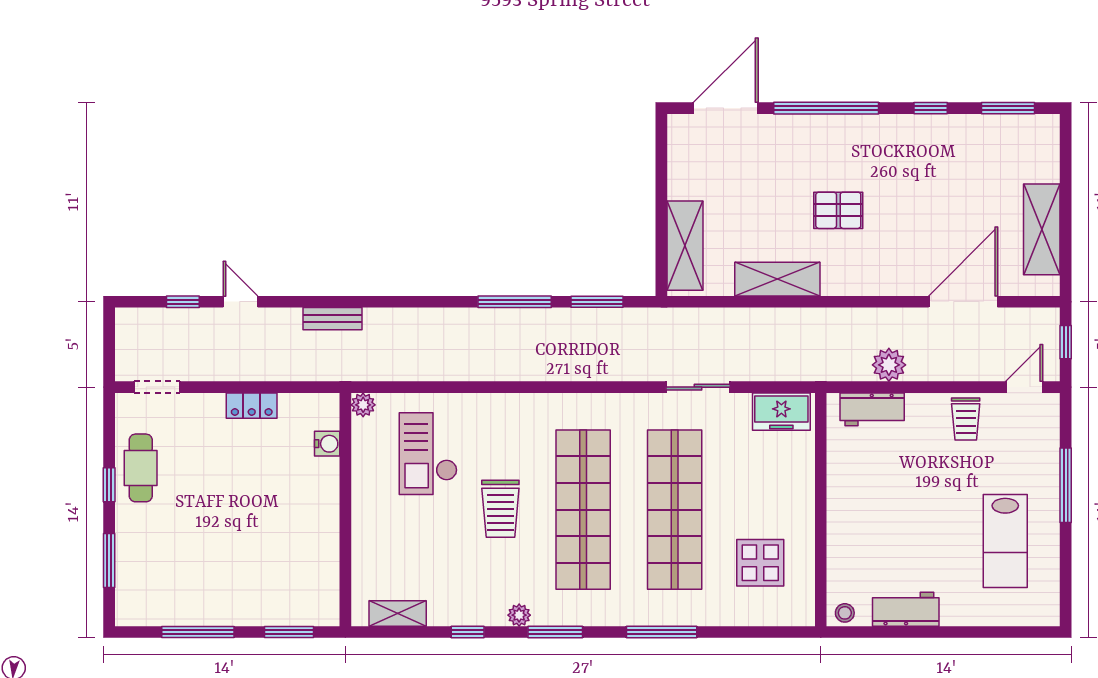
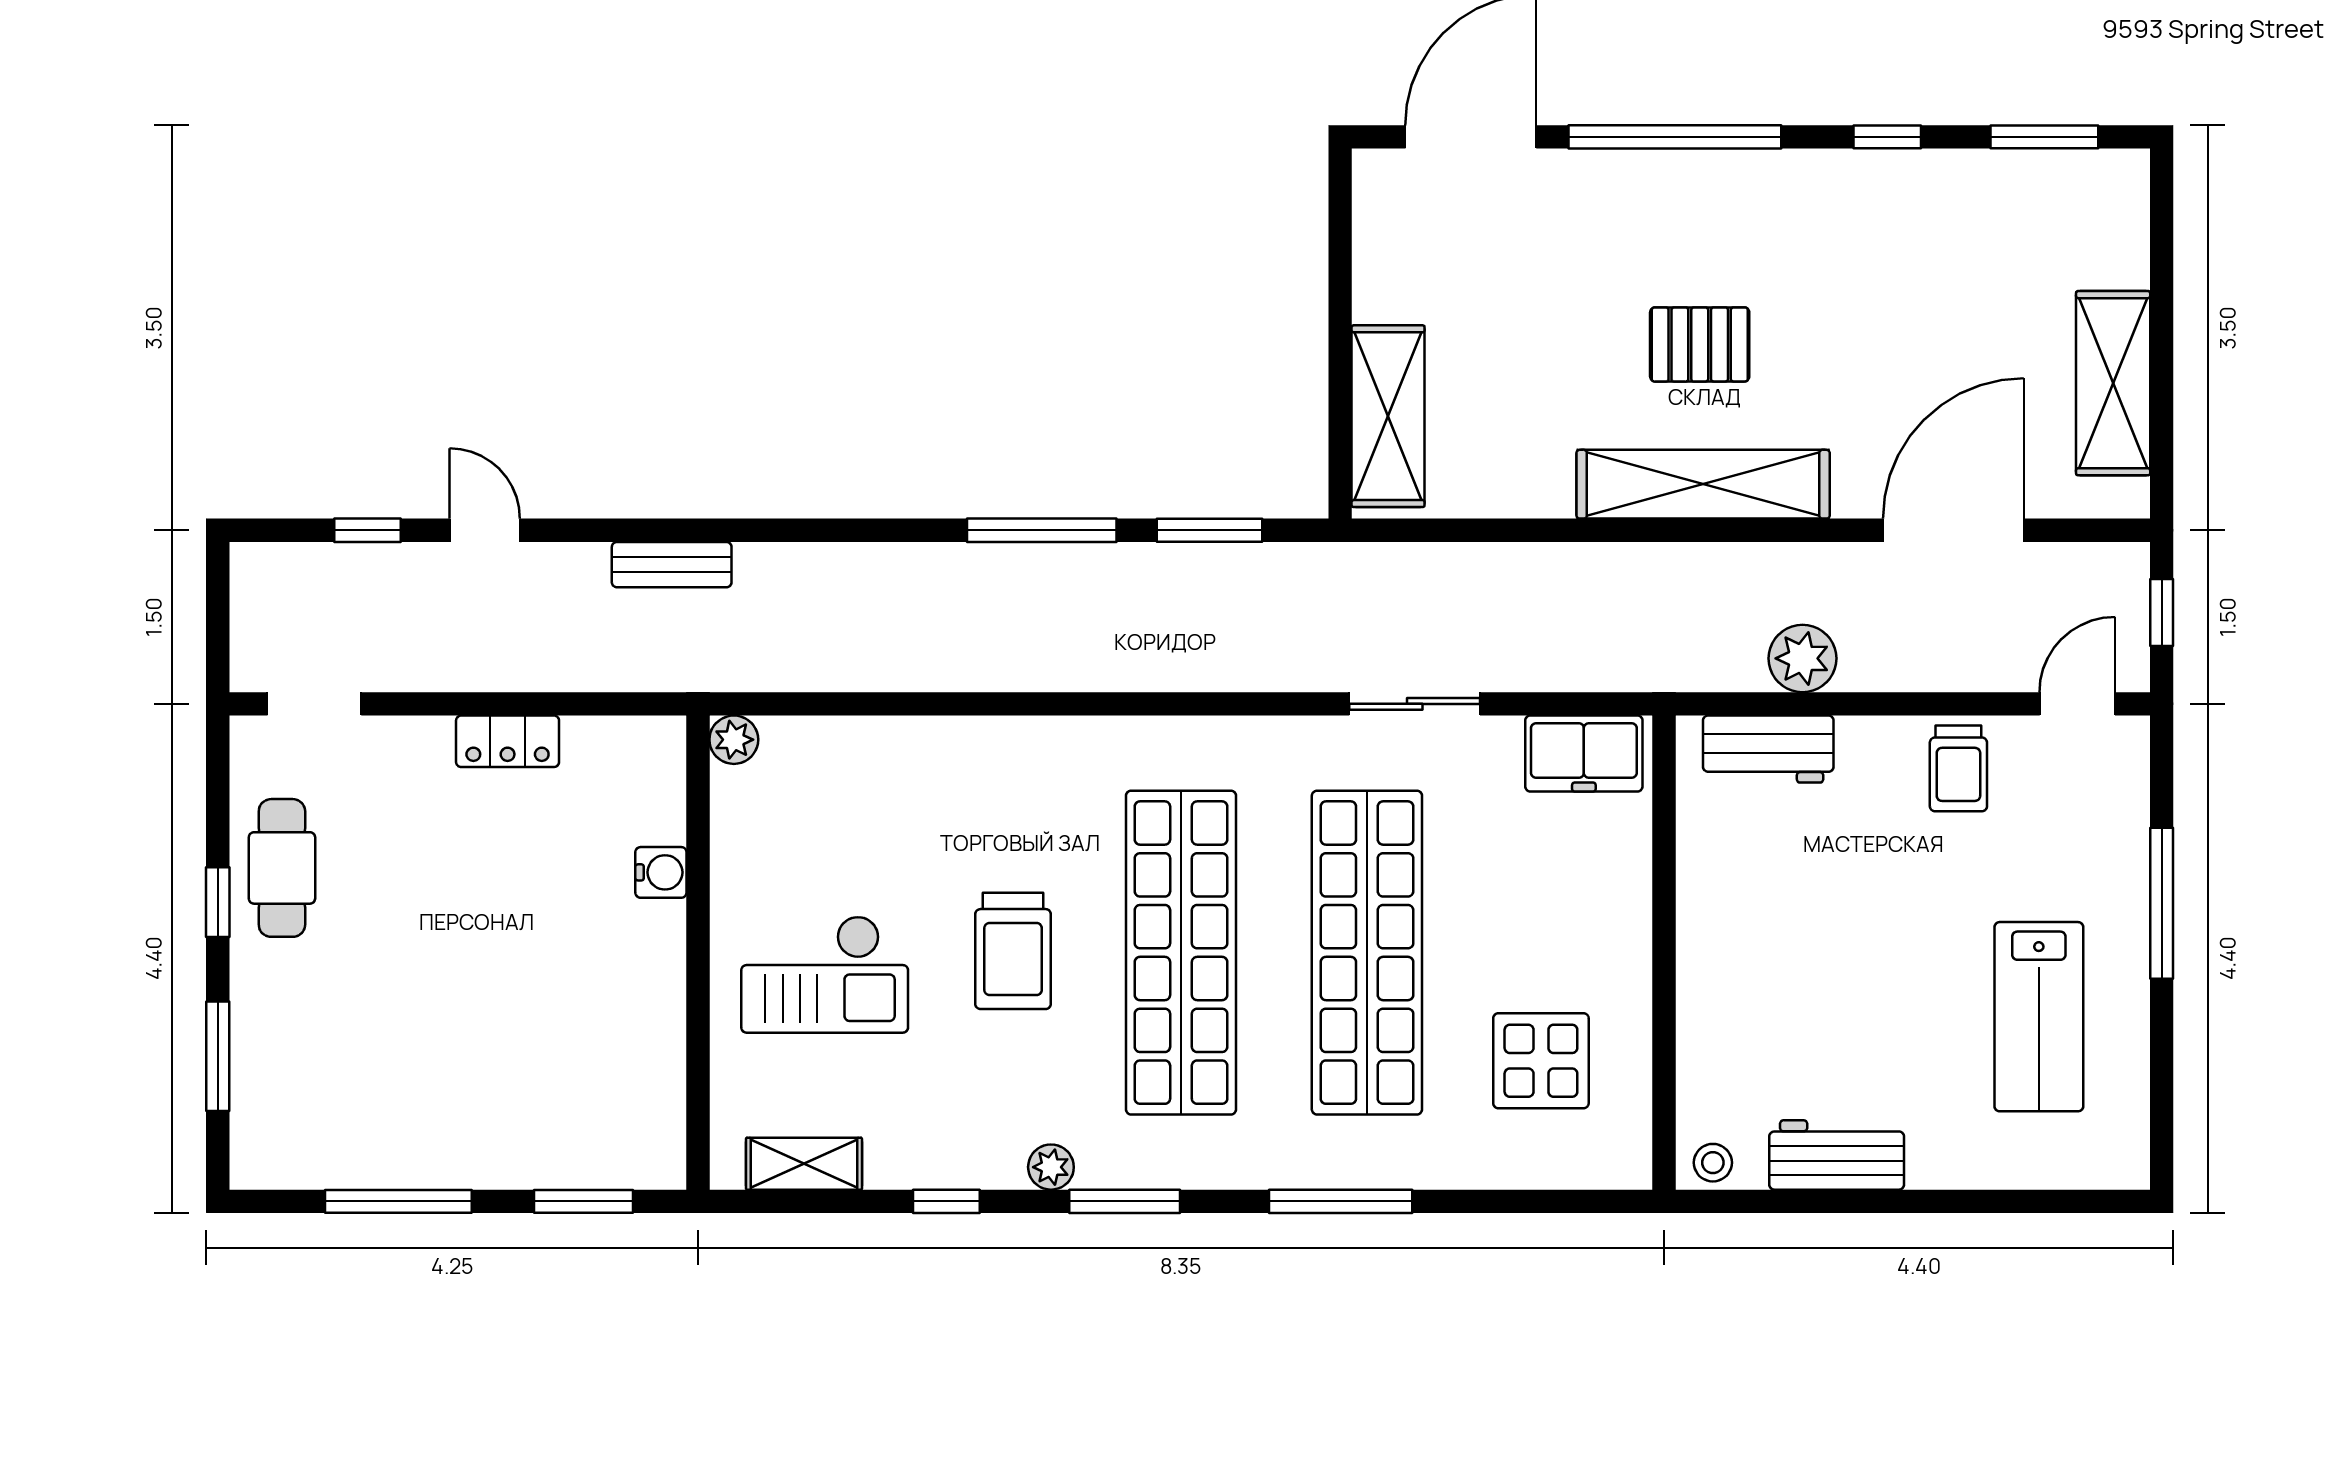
shelving: (777, 279) -> (1703, 484), moved, width x1.47
water cooler: (327, 444) -> (661, 872), moved
checkout: (428, 454) -> (825, 974), moved, turned -90

